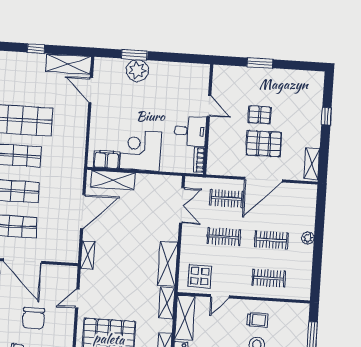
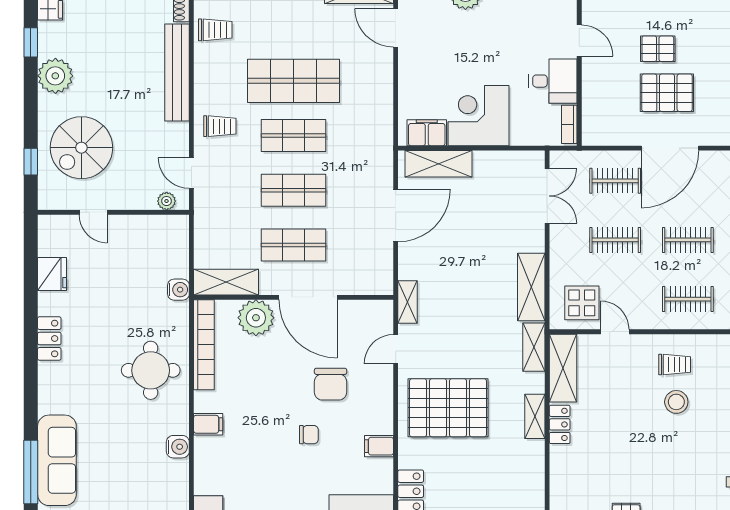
shelving: (88, 255) -> (408, 302), moved
door: (220, 296) -> (615, 332), swing flipped

